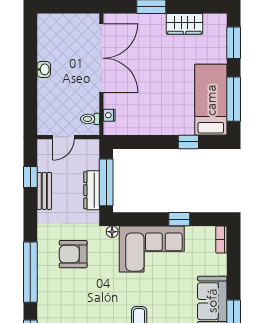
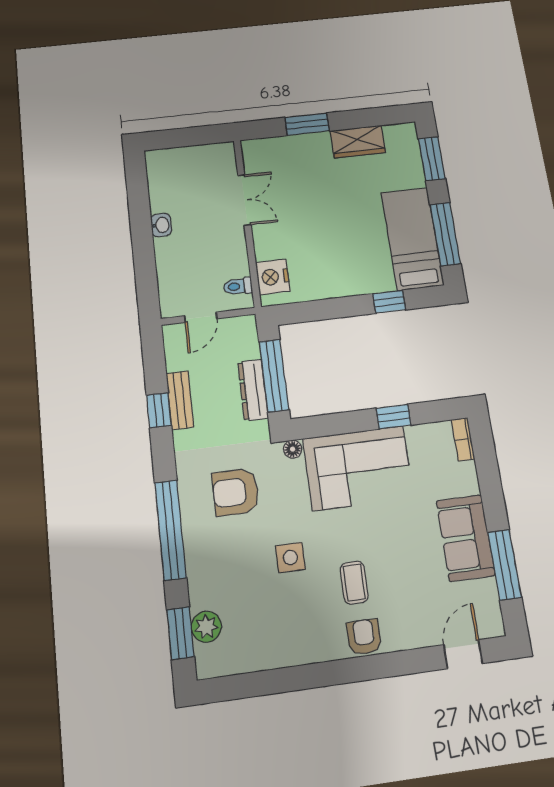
double door: (101, 58) -> (244, 200), width x0.54
nightstand: (109, 115) -> (273, 277), width x1.89, depth x1.79
window: (30, 177) -> (159, 410), moved
side table: (102, 299) -> (290, 558), added

